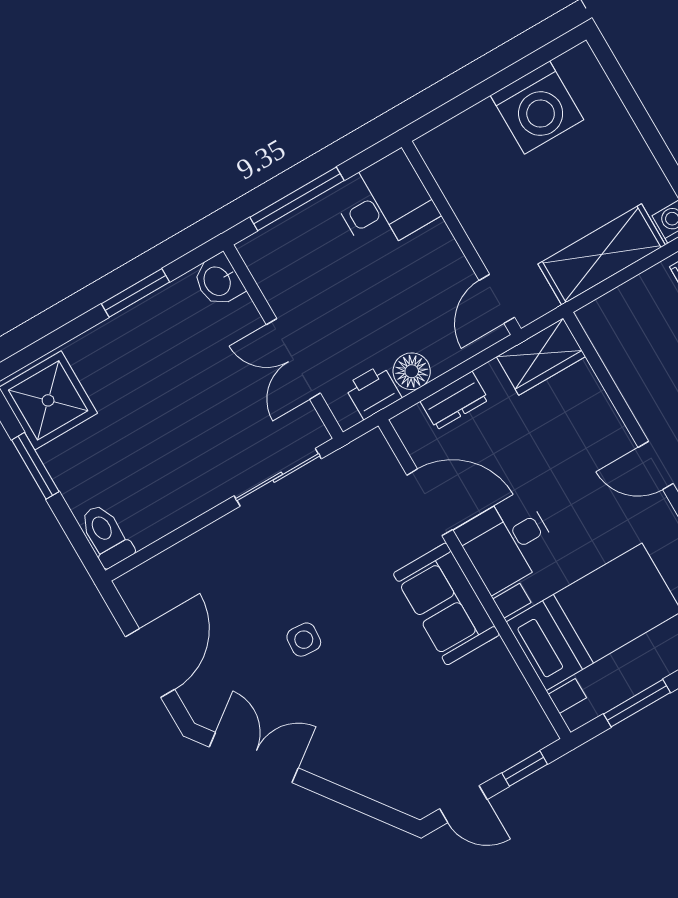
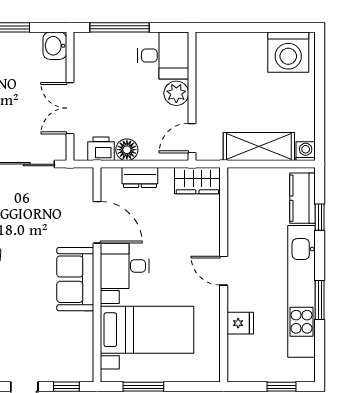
washing machine: (537, 108) -> (288, 52), moved
plant: (436, 247) -> (176, 93), added

